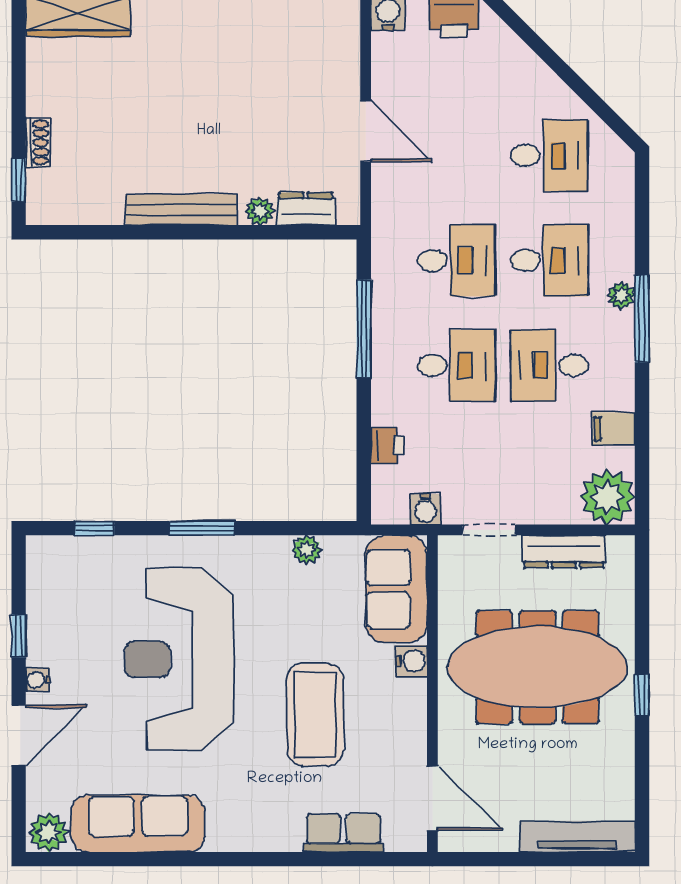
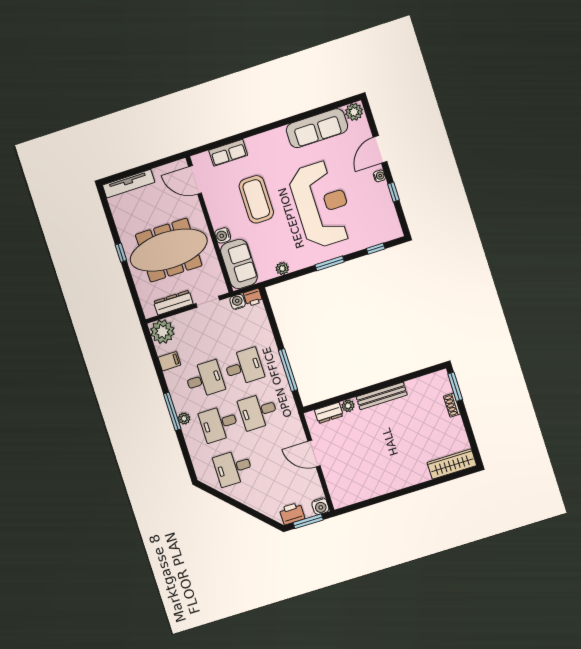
window: (19, 180) -> (455, 387), width x1.50
desk: (456, 365) -> (244, 367), turned 180
printer: (387, 446) -> (253, 297), moved, turned -90

